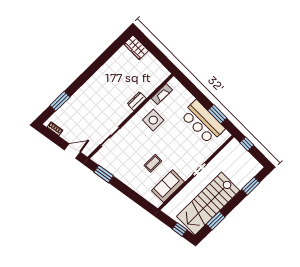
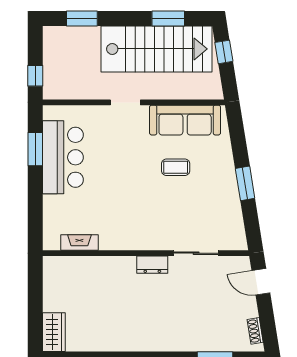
dresser: (137, 101) -> (152, 265), moved
side table: (153, 120) -> (122, 221), removed
window: (104, 174) -> (245, 183), moved
sofa: (168, 186) -> (185, 120), width x1.36

